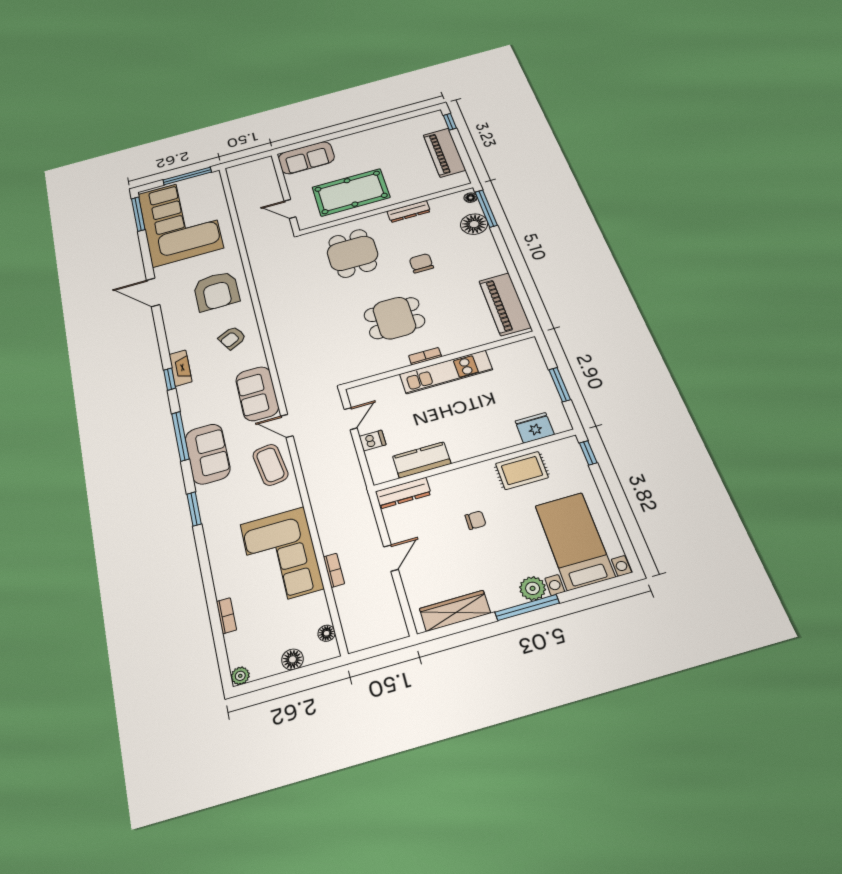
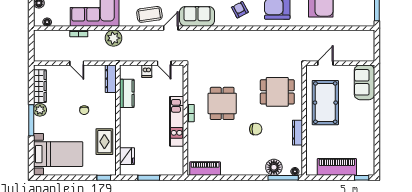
piano: (505, 304) -> (205, 169), width x0.73, depth x0.75
plant: (328, 510) -> (113, 38), added
plant: (533, 588) -> (40, 110), moved

